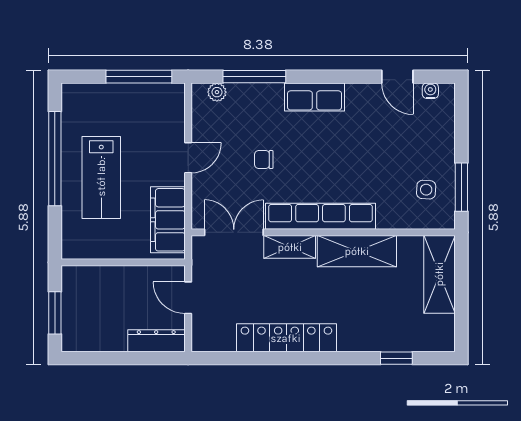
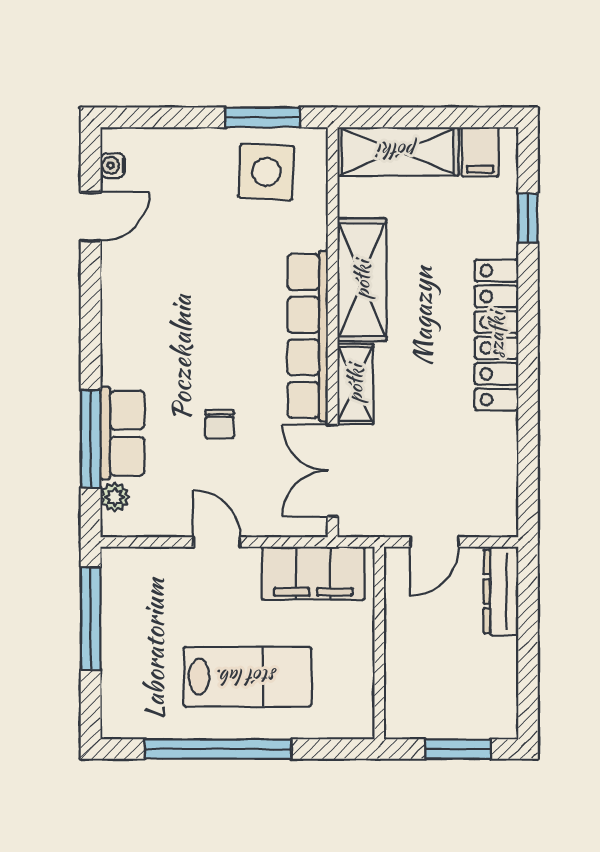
row of seats: (314, 97) -> (122, 433), moved
side table: (426, 190) -> (266, 172), width x1.87, depth x1.87
filing cabinet: (439, 327) -> (480, 152), added
locker: (286, 338) -> (496, 335), moved

